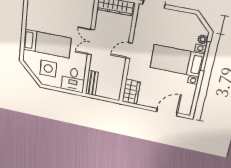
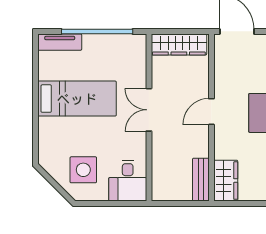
bed: (47, 44) -> (77, 99), moved
bench: (92, 83) -> (201, 180), moved

